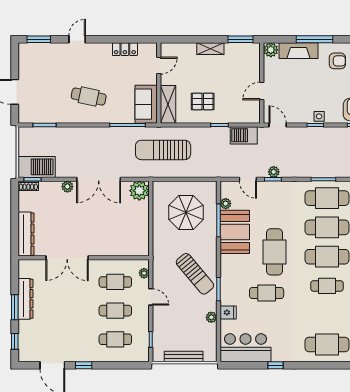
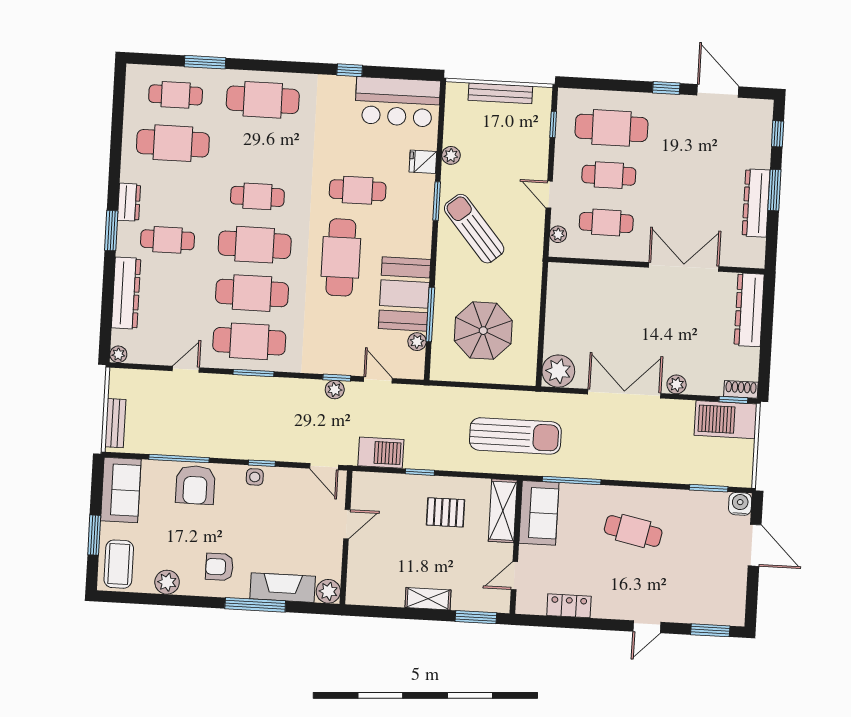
window: (240, 39) -> (476, 617), moved
water cooler: (25, 116) -> (740, 504), added
cafe table: (115, 339) -> (611, 128), width x1.37, depth x1.35

